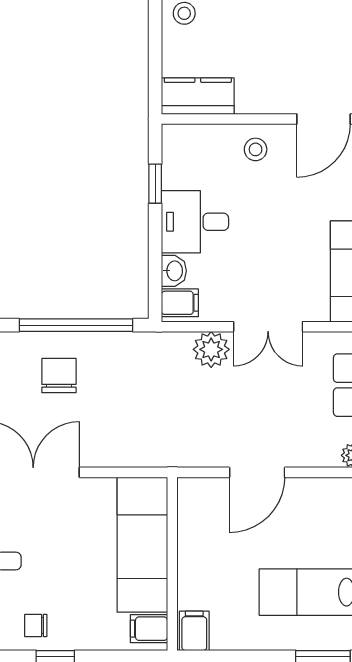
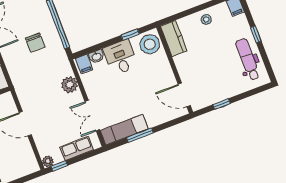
stool: (256, 149) -> (150, 44), moved, width x1.89, depth x1.89
double door: (268, 327) -> (92, 116), moved
chair: (59, 376) -> (35, 43), moved, turned 90

